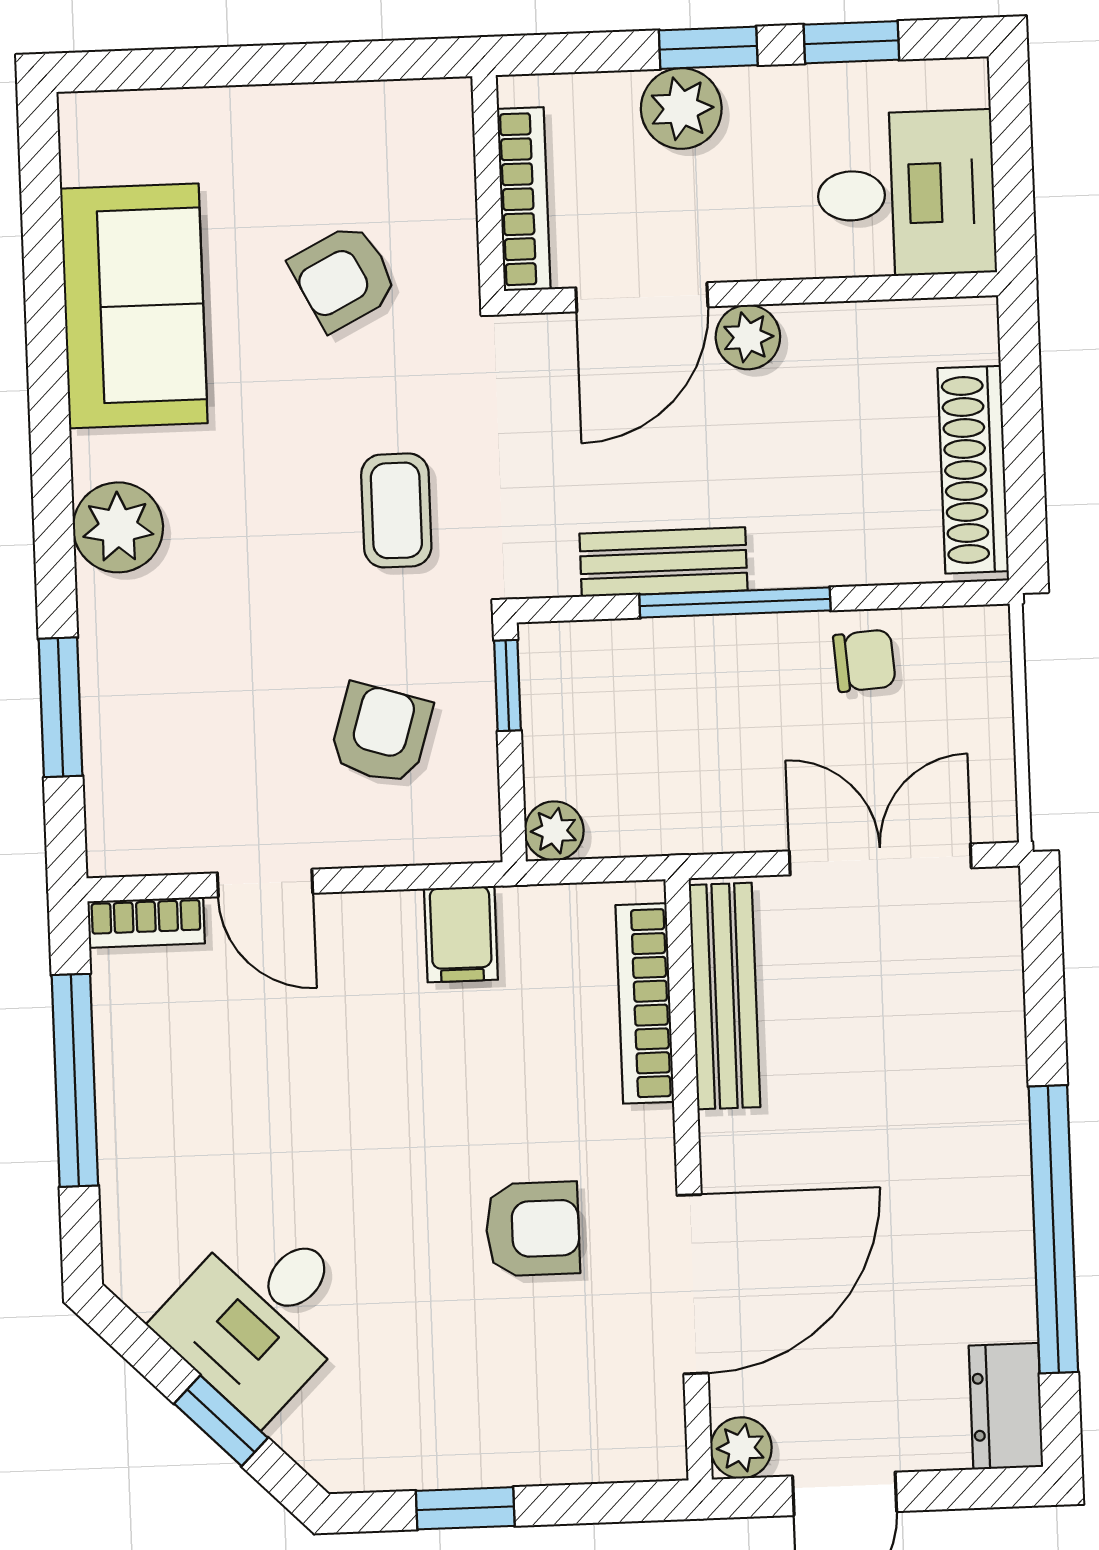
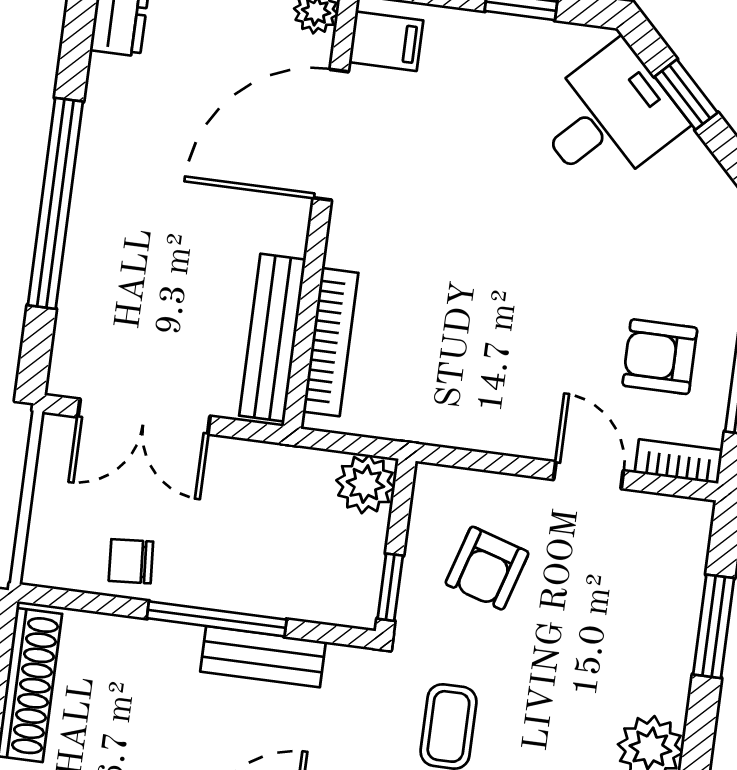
plant: (554, 831) -> (365, 484), width x1.38, depth x1.38
filing cabinet: (461, 934) -> (386, 41), moved, turned 90
armchair: (533, 1229) -> (660, 357), moved
window: (1053, 1229) -> (55, 203), moved
desk: (261, 1316) -> (608, 117), moved

